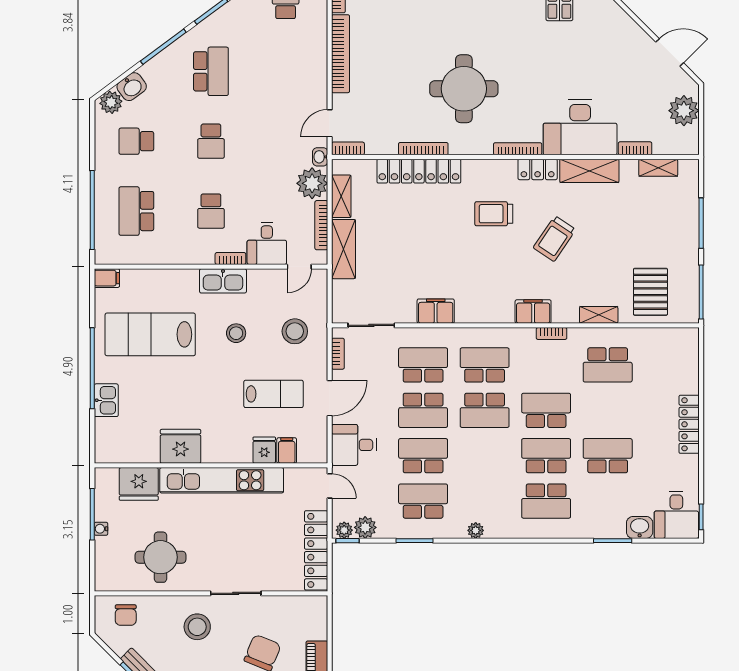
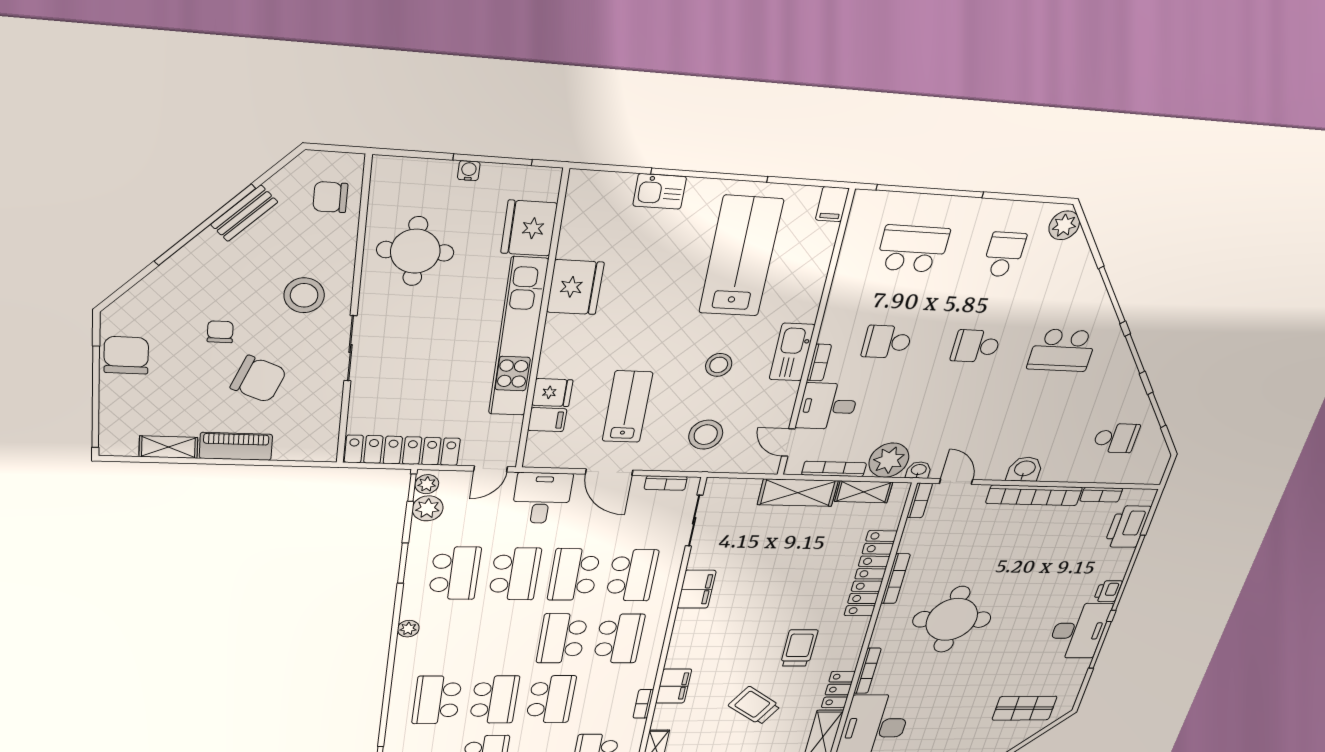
washbasin: (132, 87) -> (1025, 469), moved, turned 127
lab bench: (274, 394) -> (627, 407), turned 180

